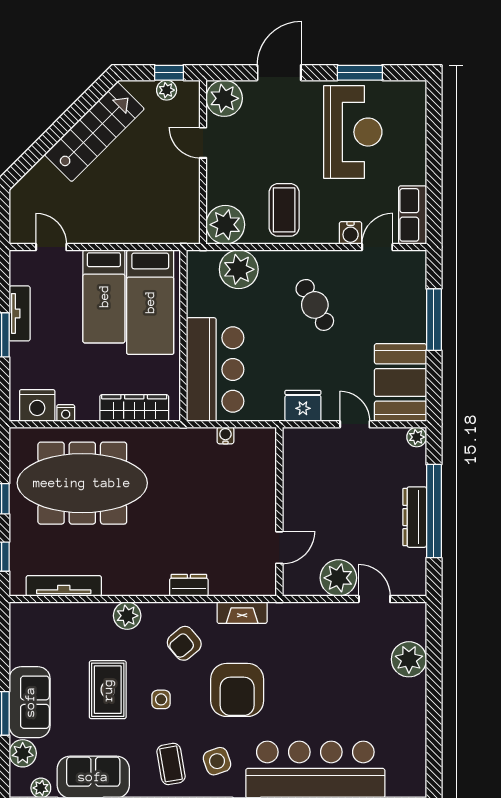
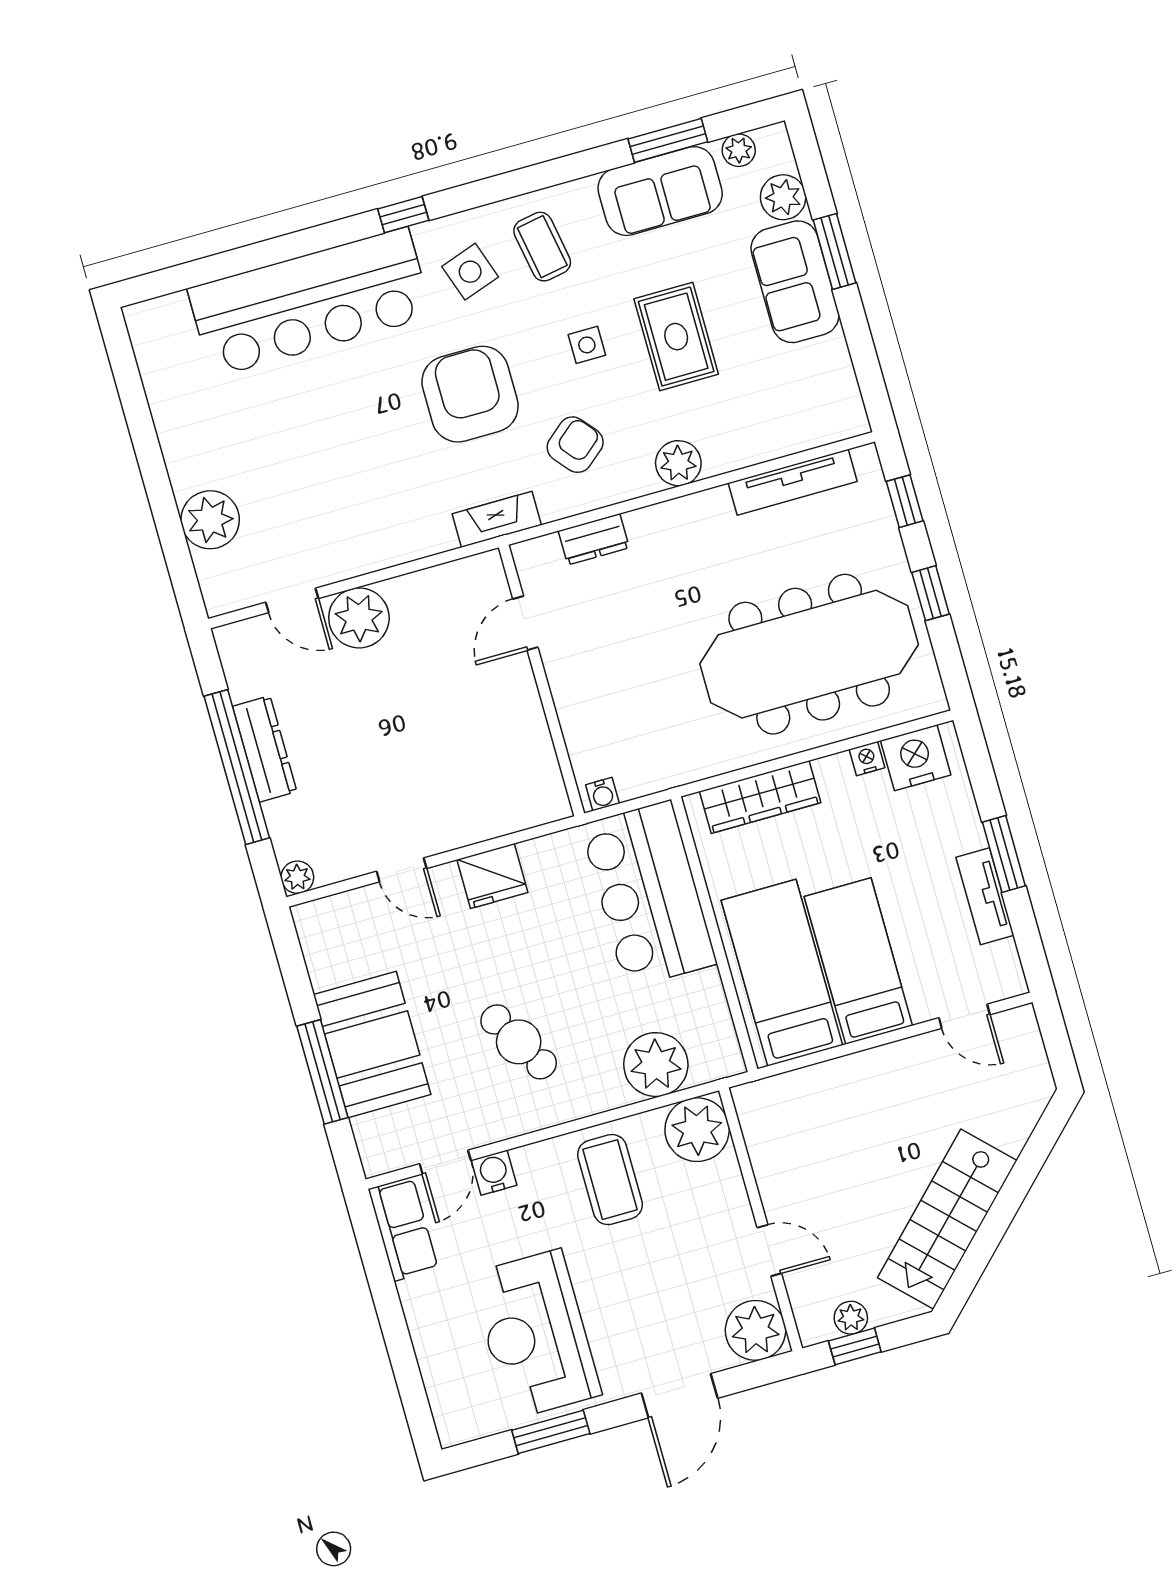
booth: (400, 383) -> (372, 1045), moved
wall: (279, 512) -> (541, 680), moved
door: (279, 548) -> (525, 623), moved

